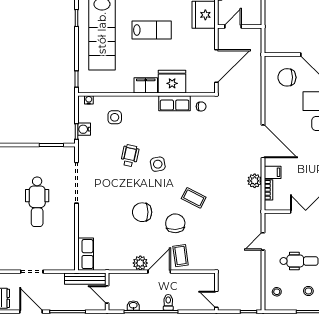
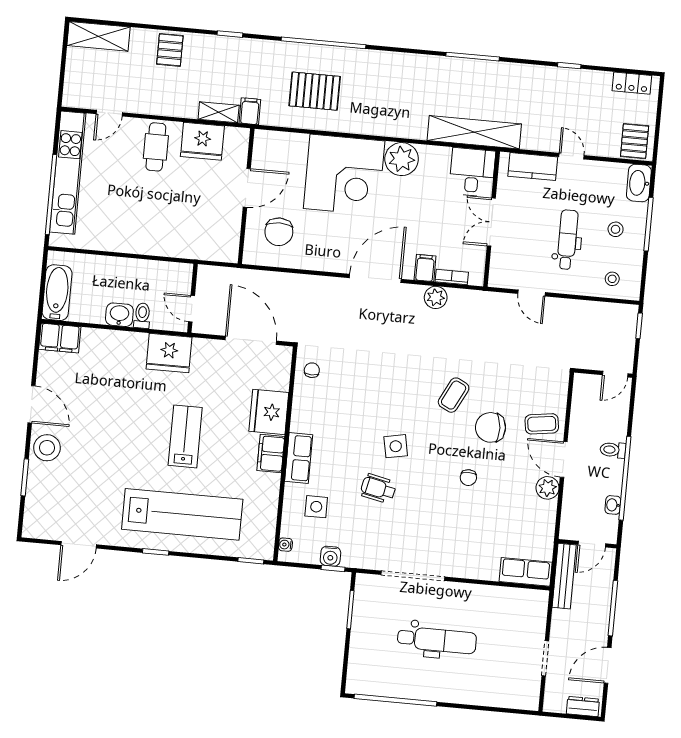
row of seats: (175, 103) -> (299, 458), moved
chair: (142, 212) -> (468, 478), width x0.54, depth x0.54

